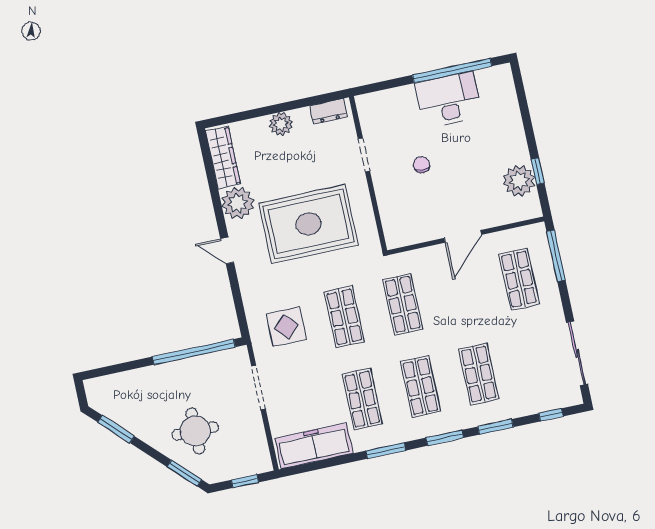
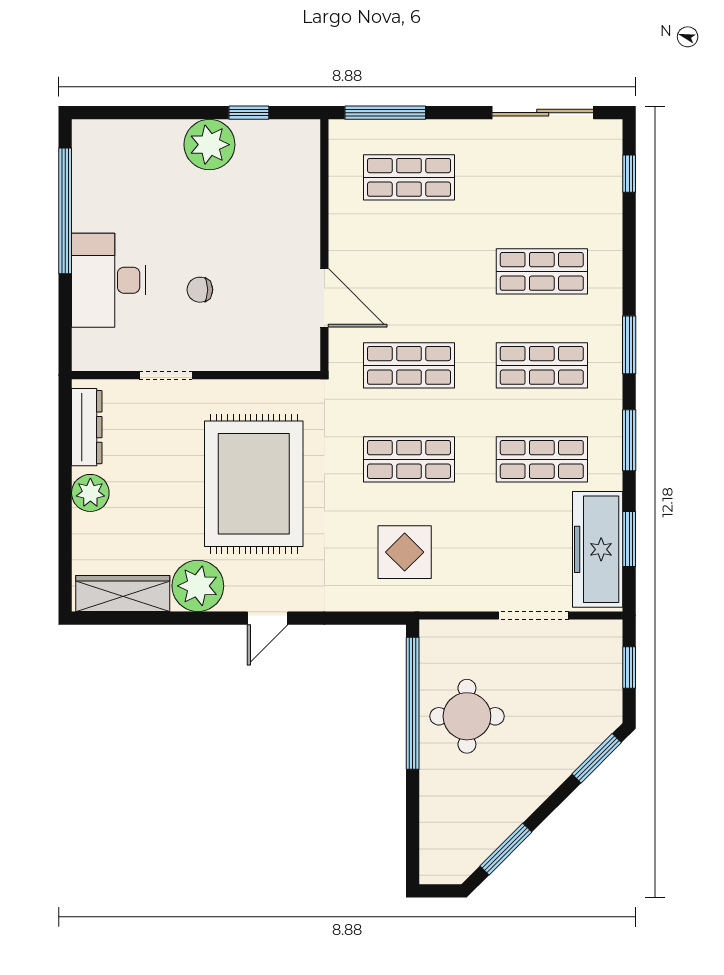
desk: (448, 100) -> (109, 280), moved
dresser: (329, 111) -> (87, 427), width x1.44
plant: (519, 181) -> (209, 145), moved
door: (463, 236) -> (324, 298), moved
doorway: (258, 387) -> (534, 615), moved
window: (495, 427) -> (629, 539), moved
round table: (195, 431) -> (467, 716), moved

